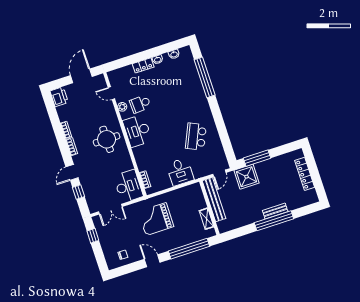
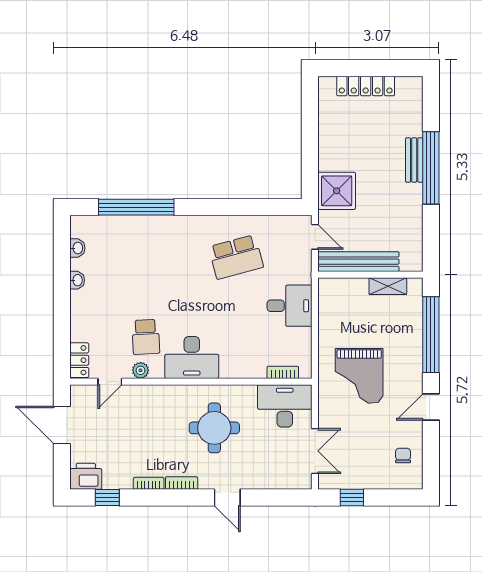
locker: (143, 65) -> (79, 360), moved
school desk: (196, 137) -> (236, 257), turned -39
round table: (107, 139) -> (214, 428), moved
window: (257, 158) -> (310, 161), removed
window: (79, 192) -> (107, 497), moved

